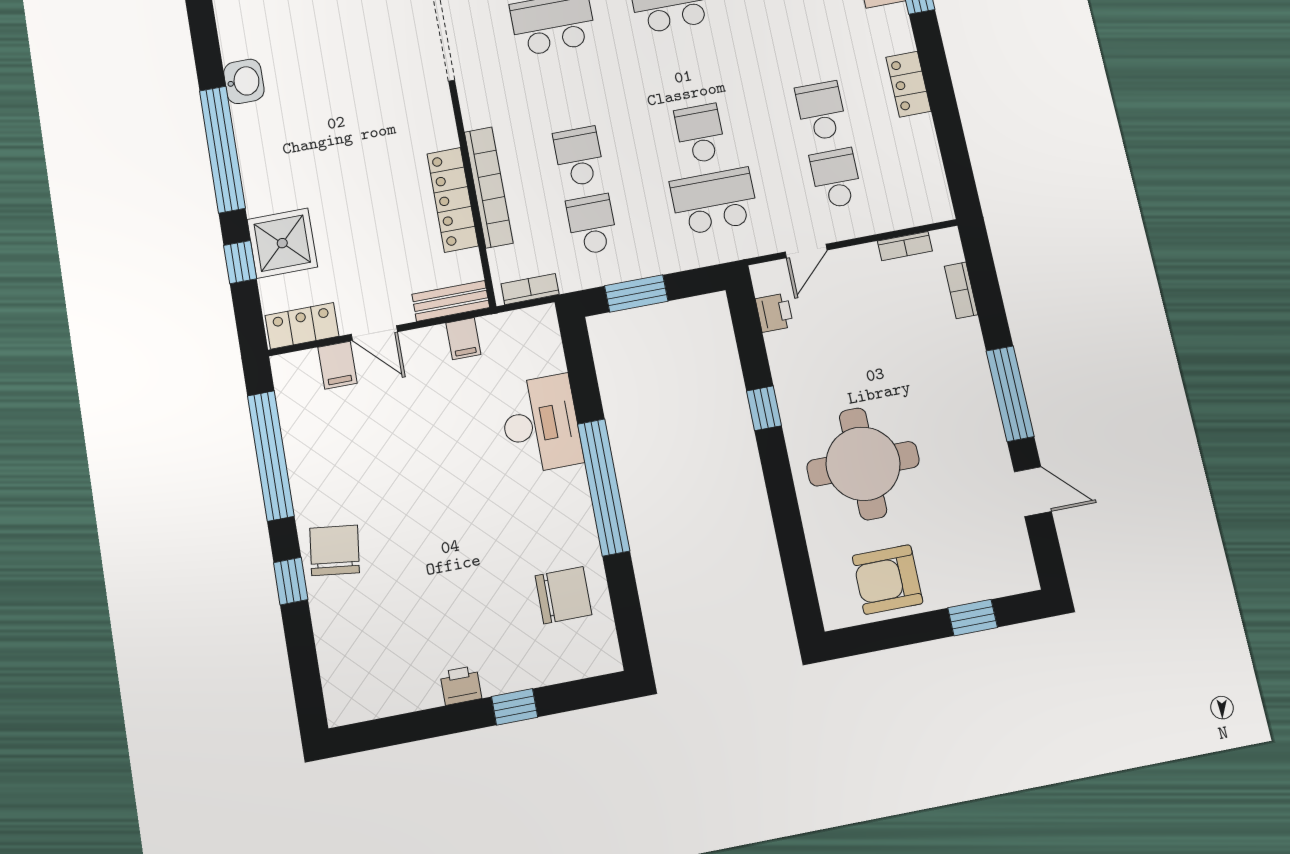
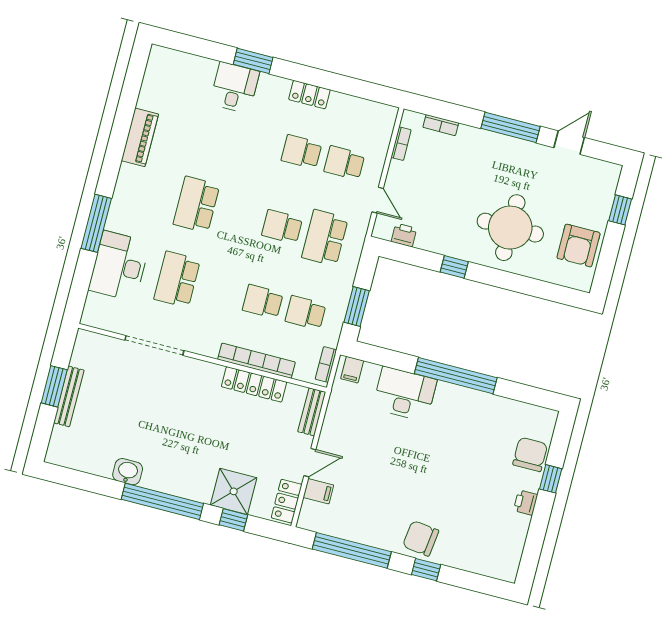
filing cabinet: (463, 339) -> (352, 370), moved, turned 90
chair: (563, 595) -> (530, 454), moved

